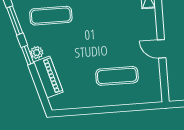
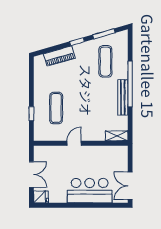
plant: (37, 53) -> (78, 49), removed
window: (127, 108) -> (31, 114), added

